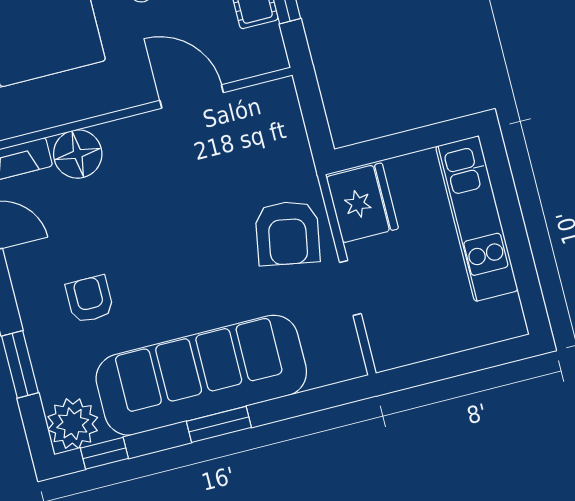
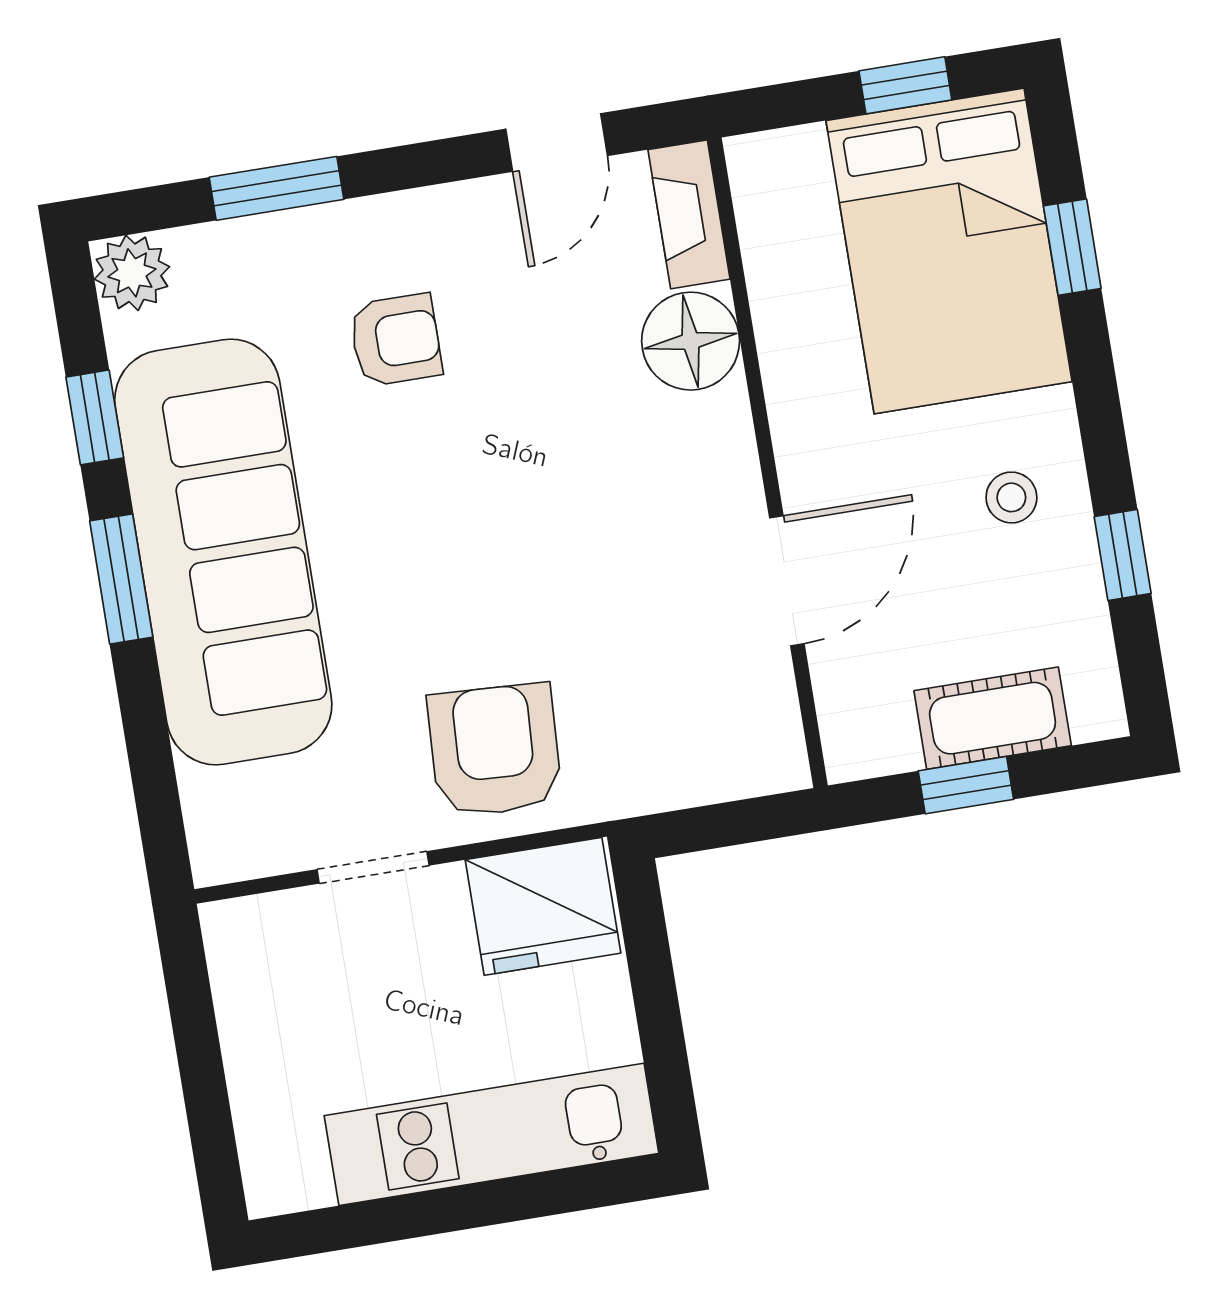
armchair: (287, 233) -> (495, 750), turned 83
plant: (73, 424) -> (132, 273), width x0.73, depth x0.73
window: (104, 453) -> (95, 417), moved

